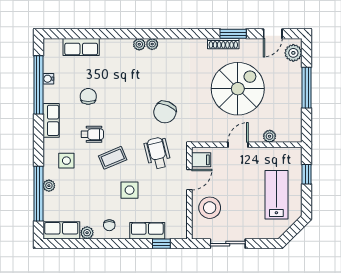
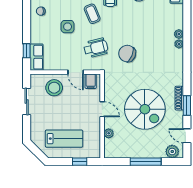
row of seats: (147, 231) -> (37, 57), moved

